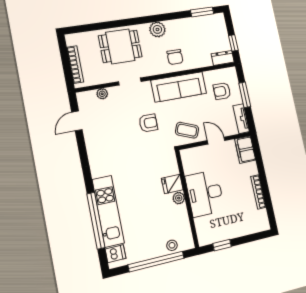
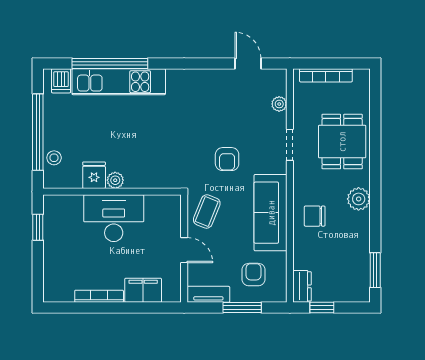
door: (216, 141) -> (184, 250), hinge flipped
filing cabinet: (245, 150) -> (143, 290), moved
fridge: (172, 184) -> (94, 175), moved

